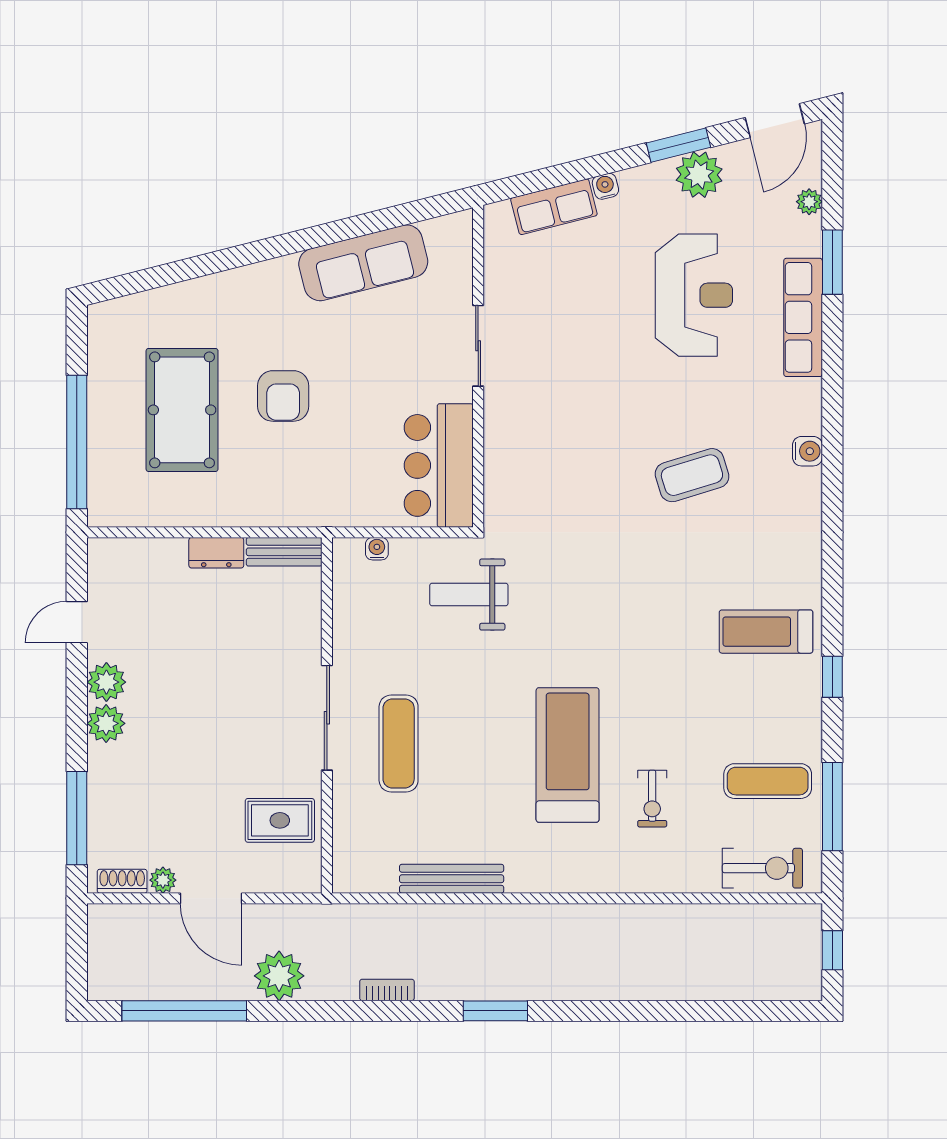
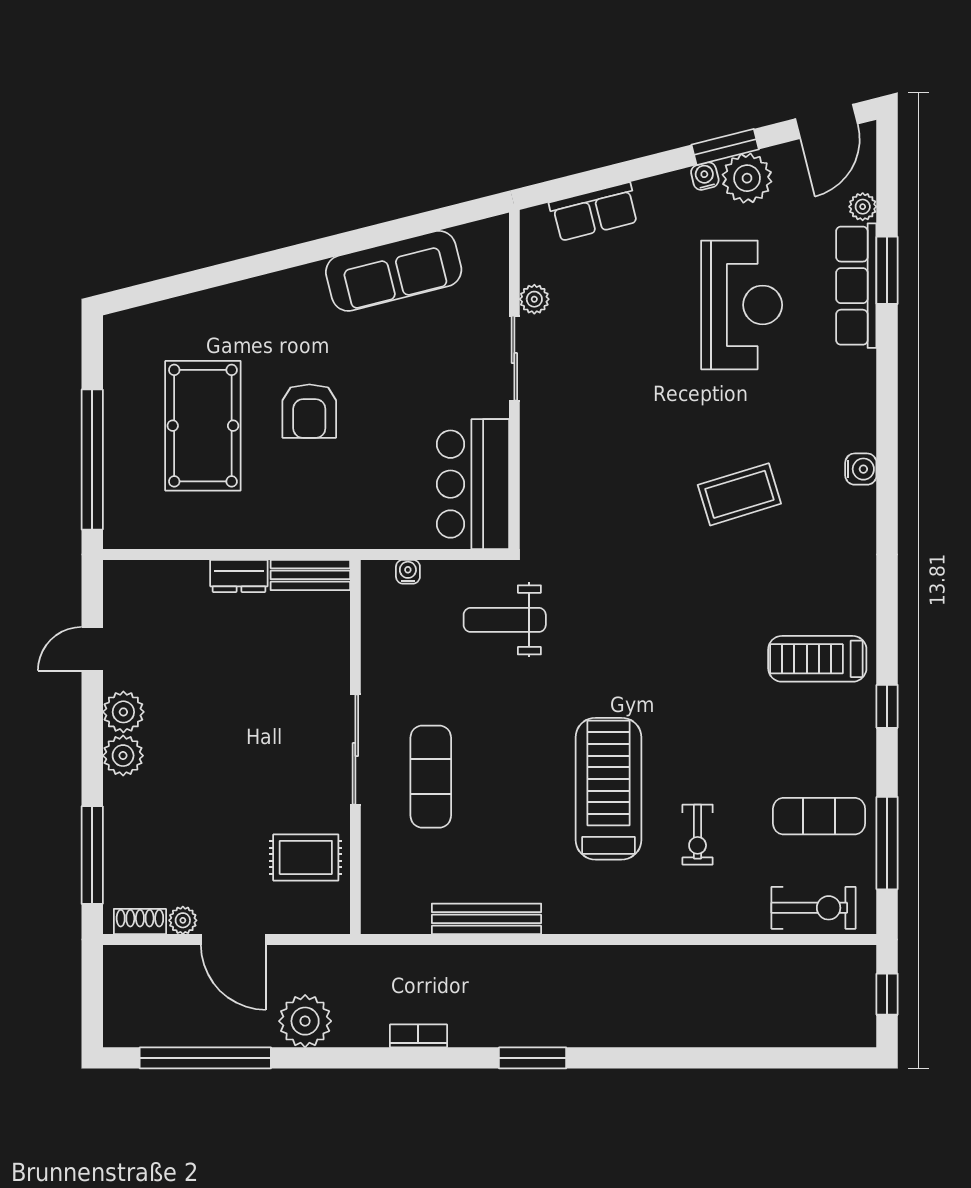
water cooler: (605, 186) -> (705, 176), moved
plant: (497, 290) -> (534, 299), added
row of seats: (803, 317) -> (856, 286), moved

